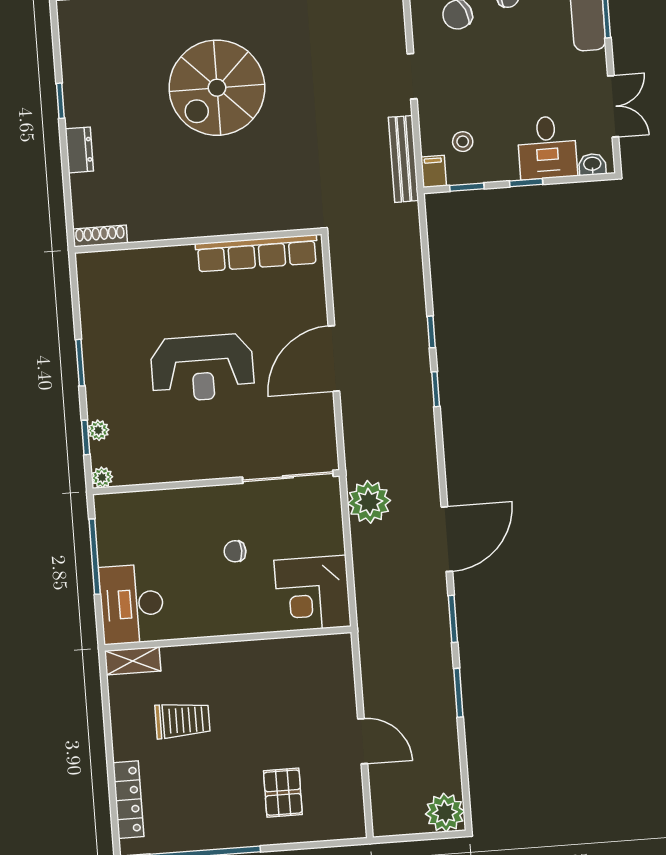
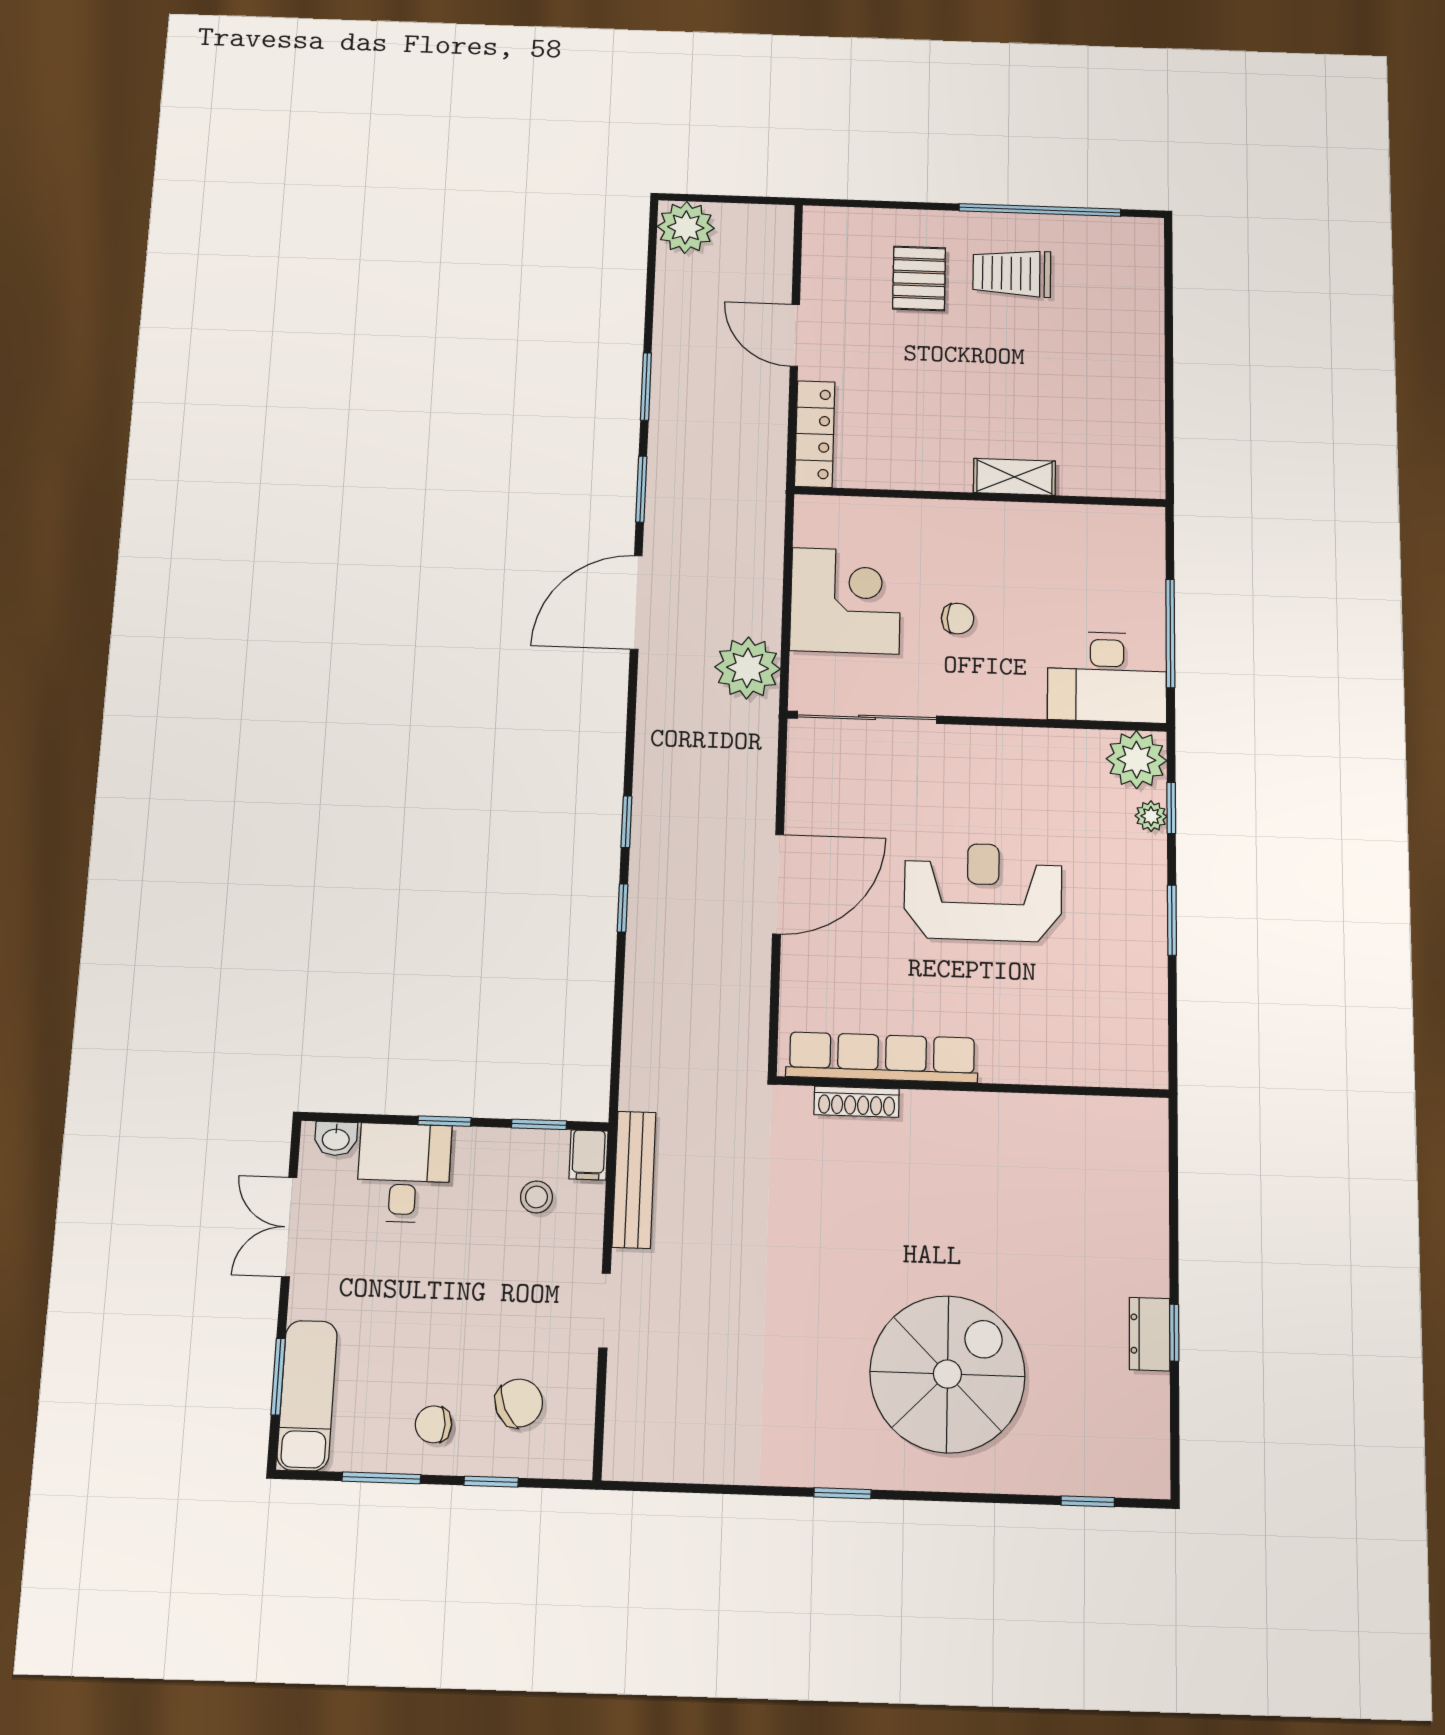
spiral stairs: (217, 88) -> (947, 1374), moved
dresser: (79, 150) -> (1150, 1334), moved
shoe rack: (100, 236) -> (857, 1102), moved
plant: (102, 477) -> (1136, 760), width x1.88, depth x1.88
corner desk: (313, 593) -> (846, 601), moved
desk: (132, 604) -> (1107, 677), moved, turned 90
shelving: (133, 661) -> (1015, 477), moved
trolley: (182, 720) -> (1012, 273), moved
locker: (128, 800) -> (815, 434), moved, turned 180

